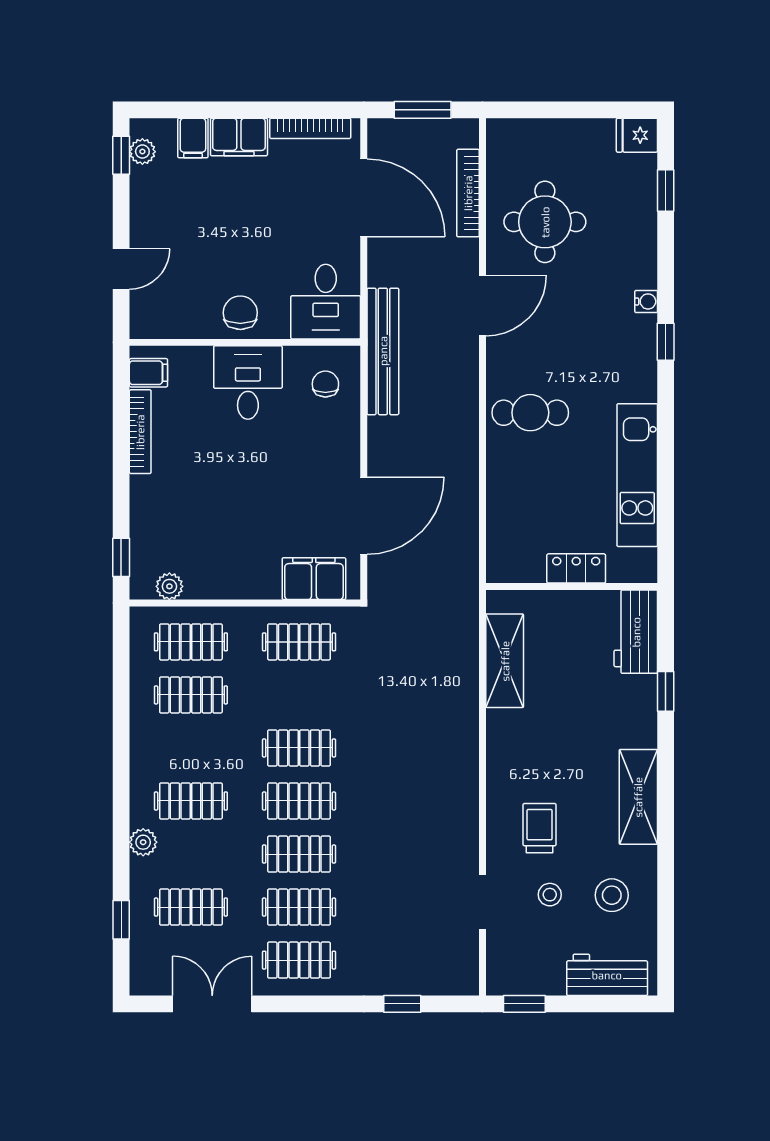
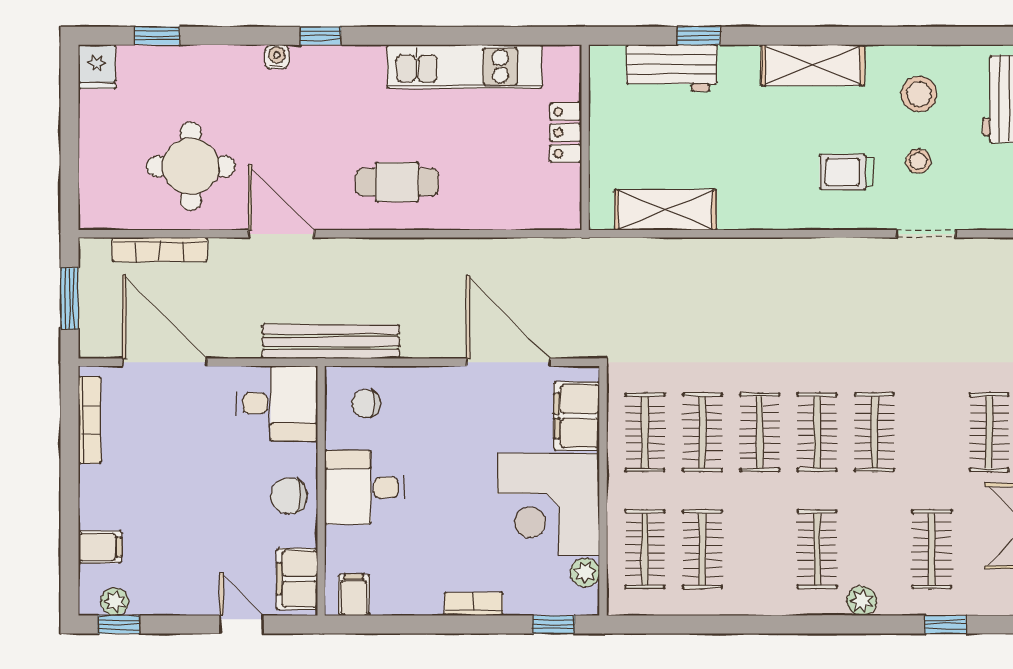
filing cabinet: (239, 137) -> (297, 579), moved, turned 180
door: (364, 198) -> (165, 362), hinge flipped
cafe table: (530, 413) -> (397, 182), turned 90
bookcase: (140, 432) -> (474, 604), moved, width x0.64
corner desk: (233, 553) -> (548, 504), added
workbench: (636, 632) -> (672, 68), moved
clothes rail: (299, 907) -> (702, 432), moved

